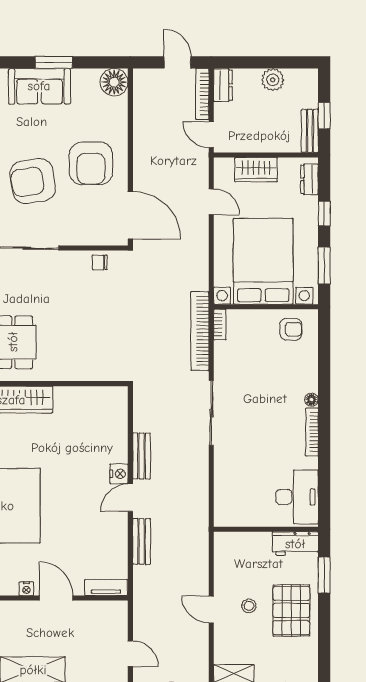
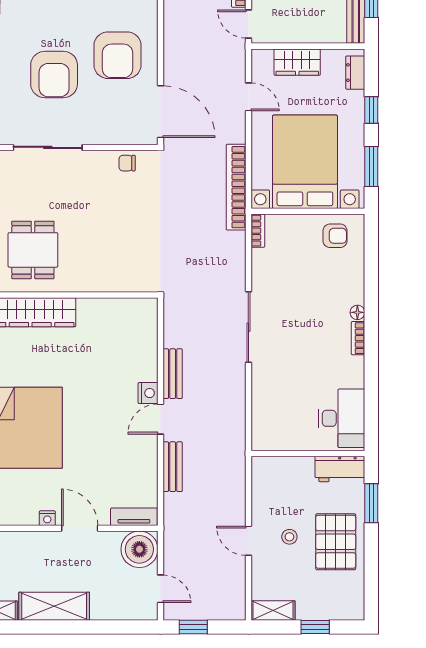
armchair: (33, 181) -> (54, 75), turned -81
bookcase: (200, 331) -> (236, 187), moved
bookcase: (312, 432) -> (358, 338), width x0.64
boiler: (111, 617) -> (139, 549), added

